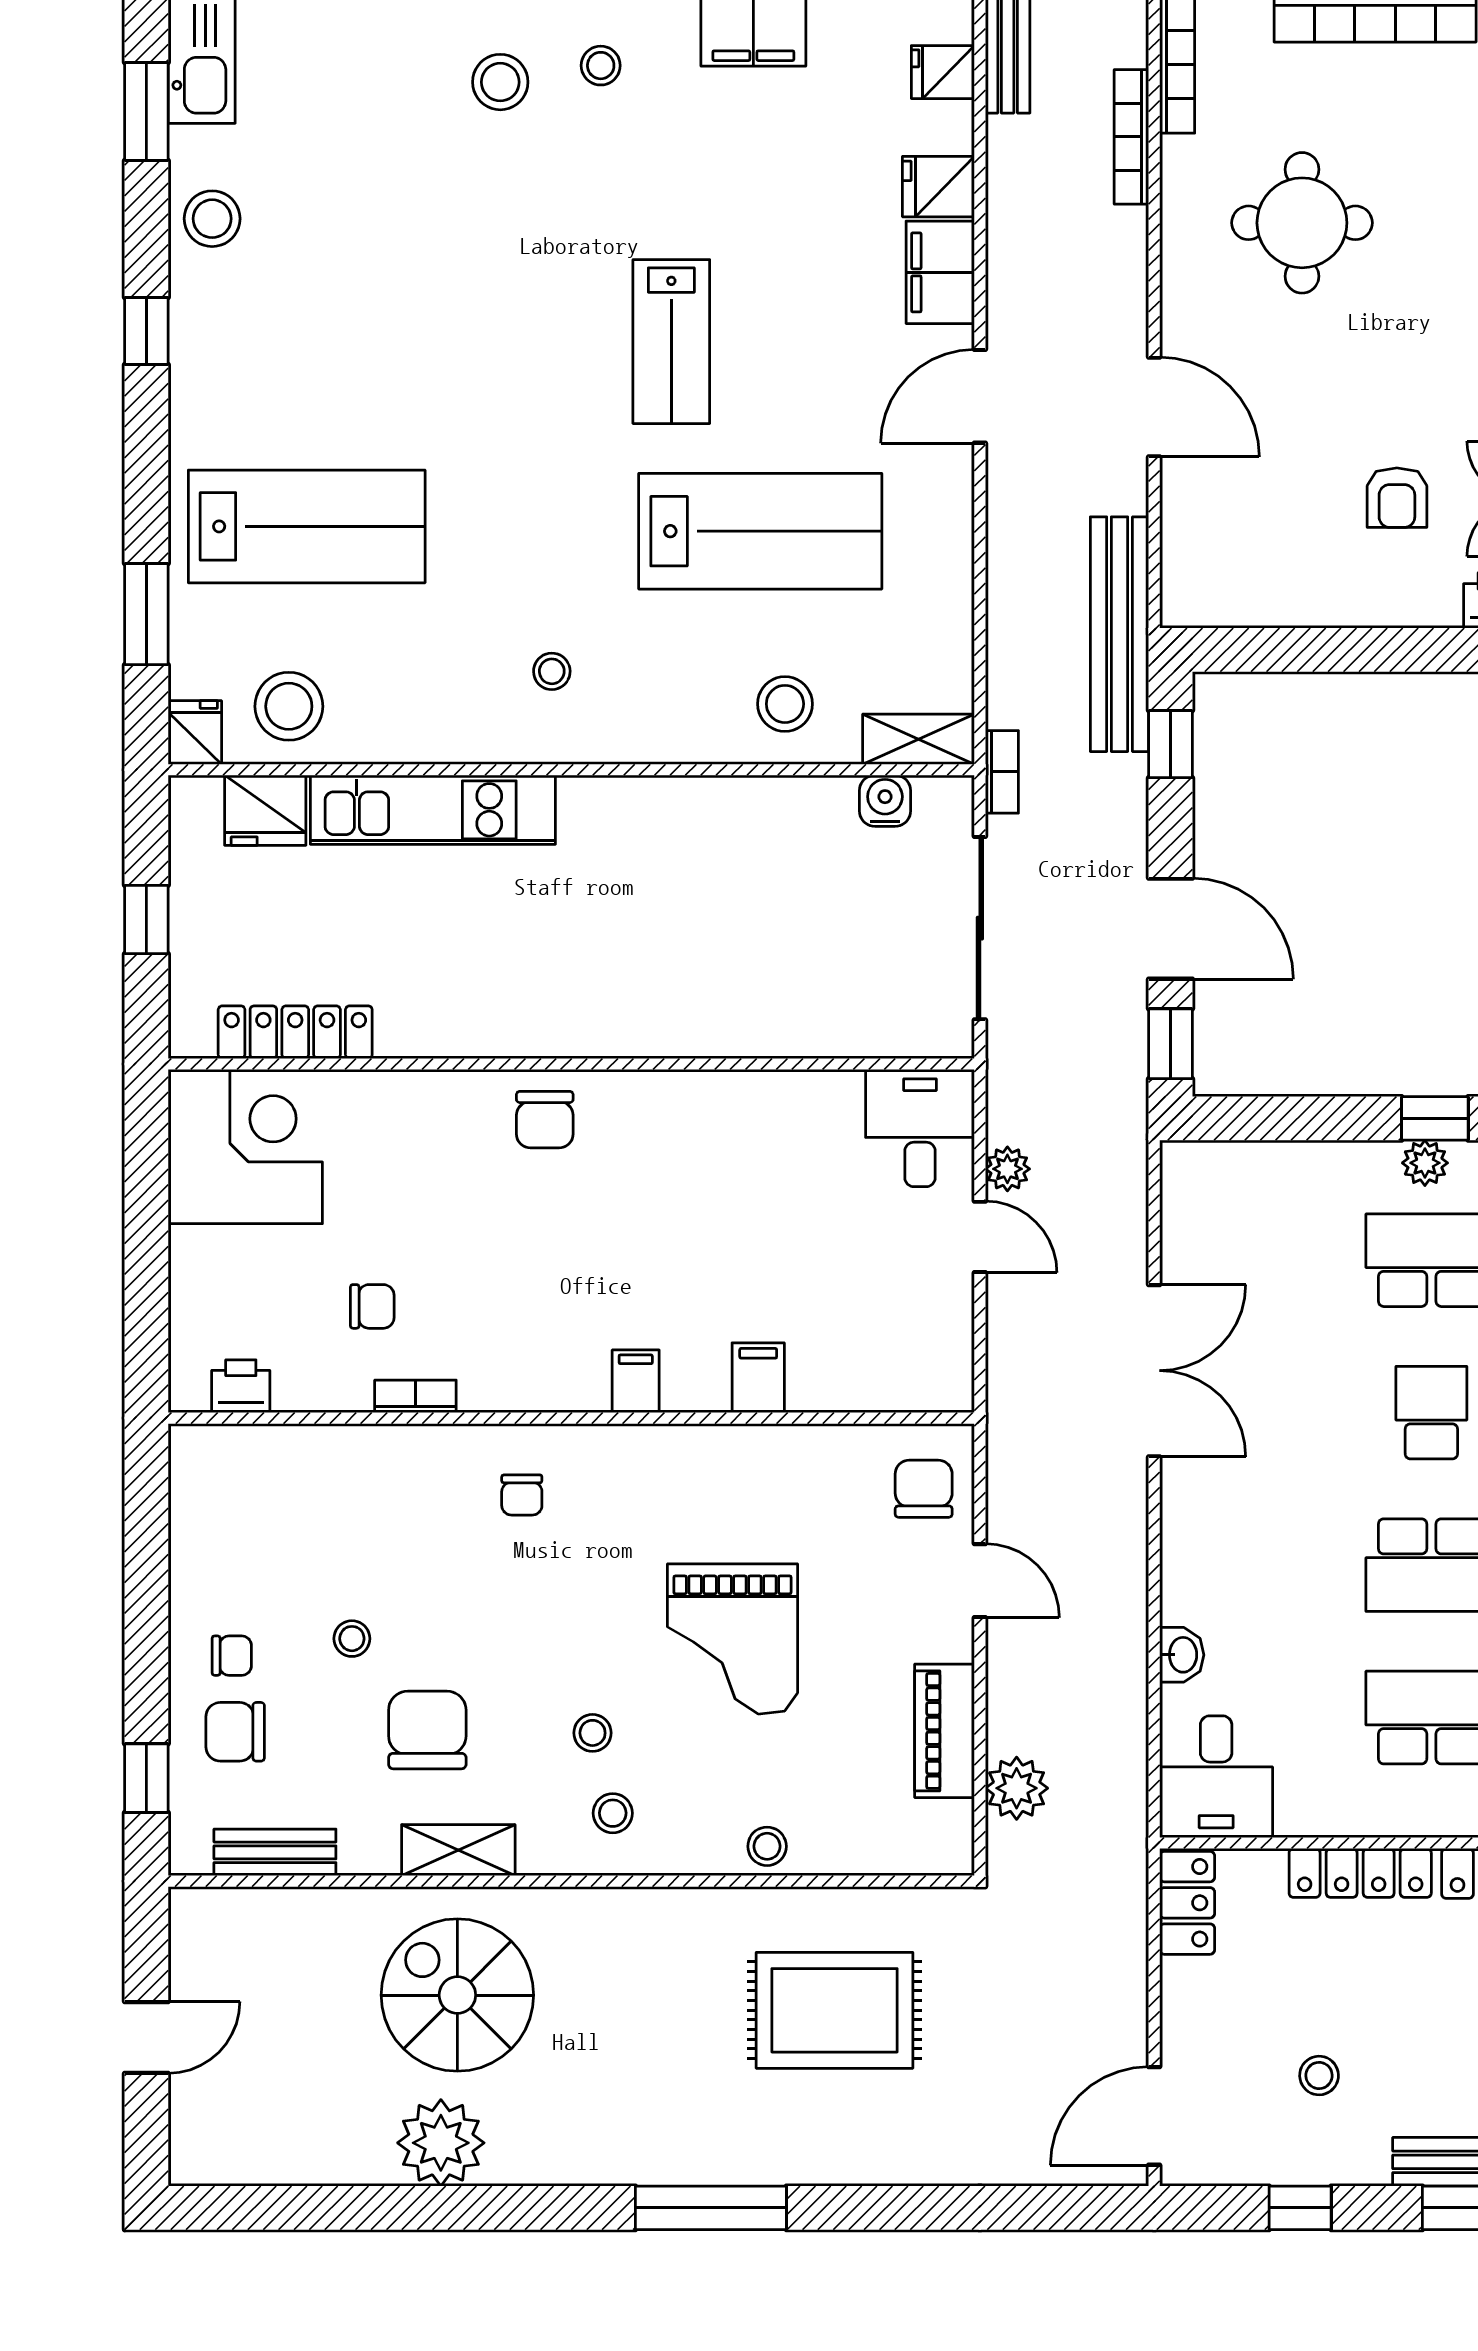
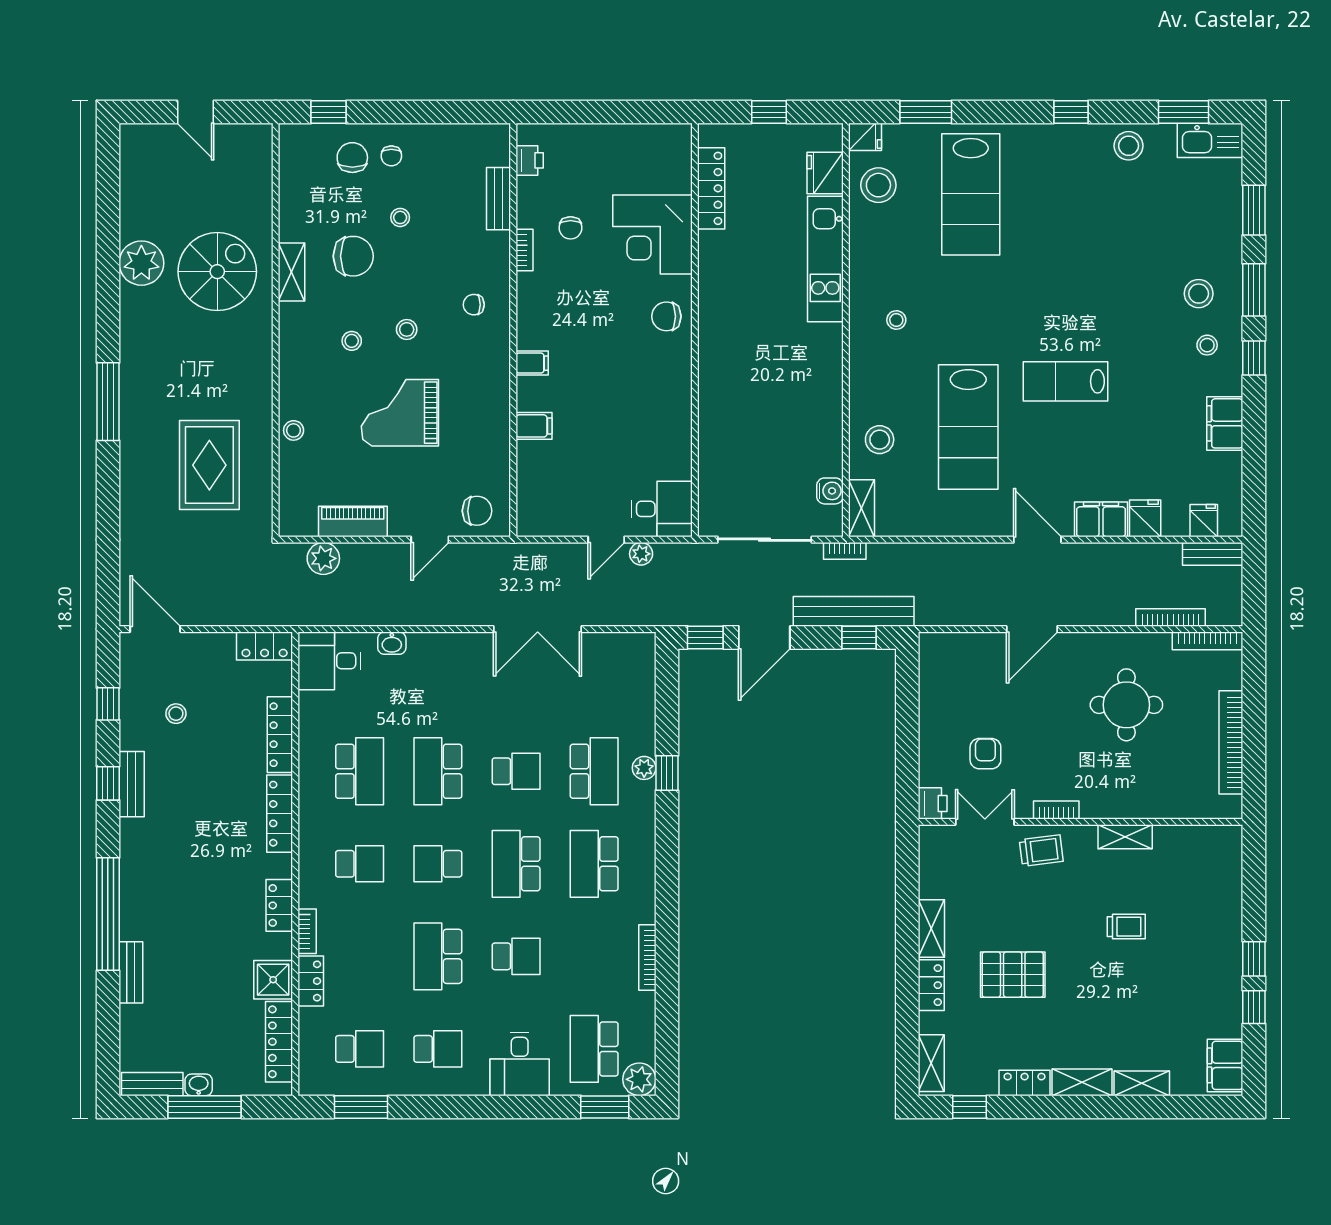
armchair: (1397, 498) -> (985, 754), turned 90
bench: (1120, 634) -> (854, 611), moved
corner desk: (245, 1147) -> (653, 235), moved, turned 90
stool: (613, 1813) -> (407, 329), moved
bench: (275, 1852) -> (498, 199), moved

